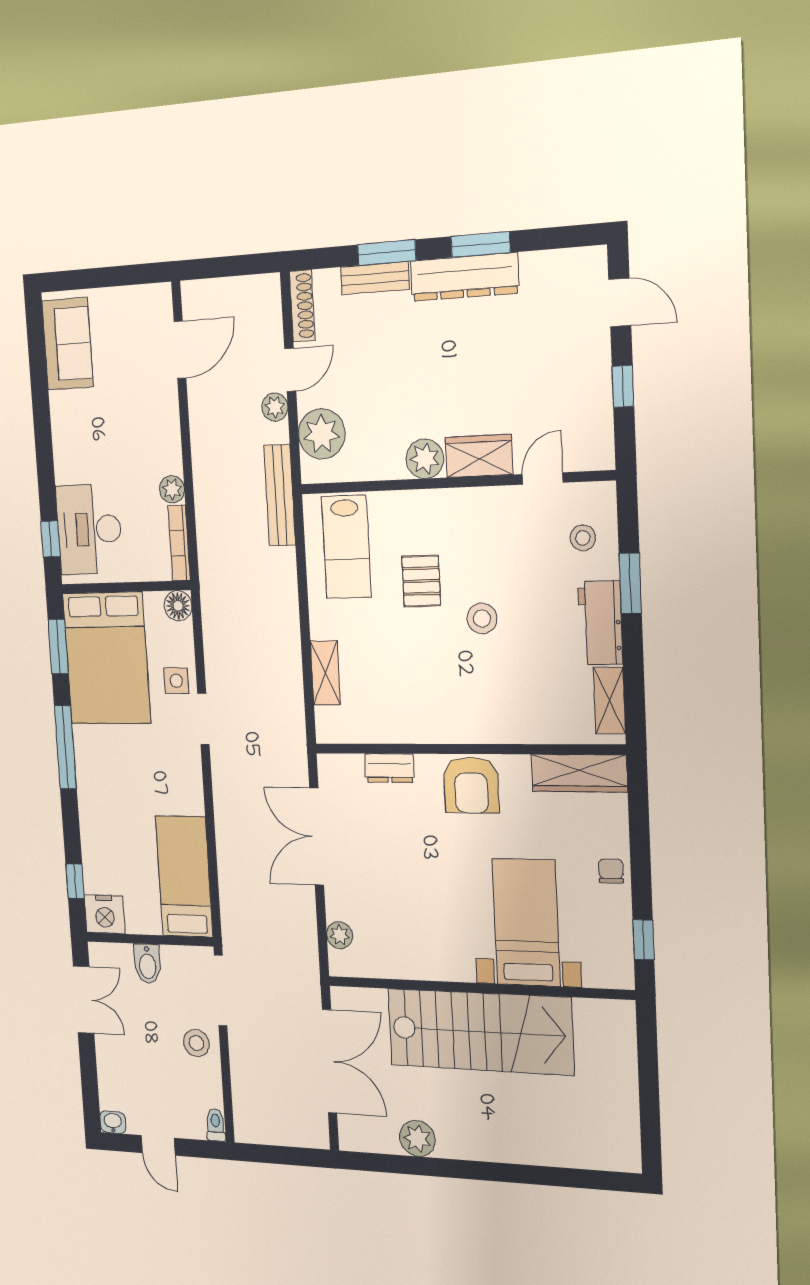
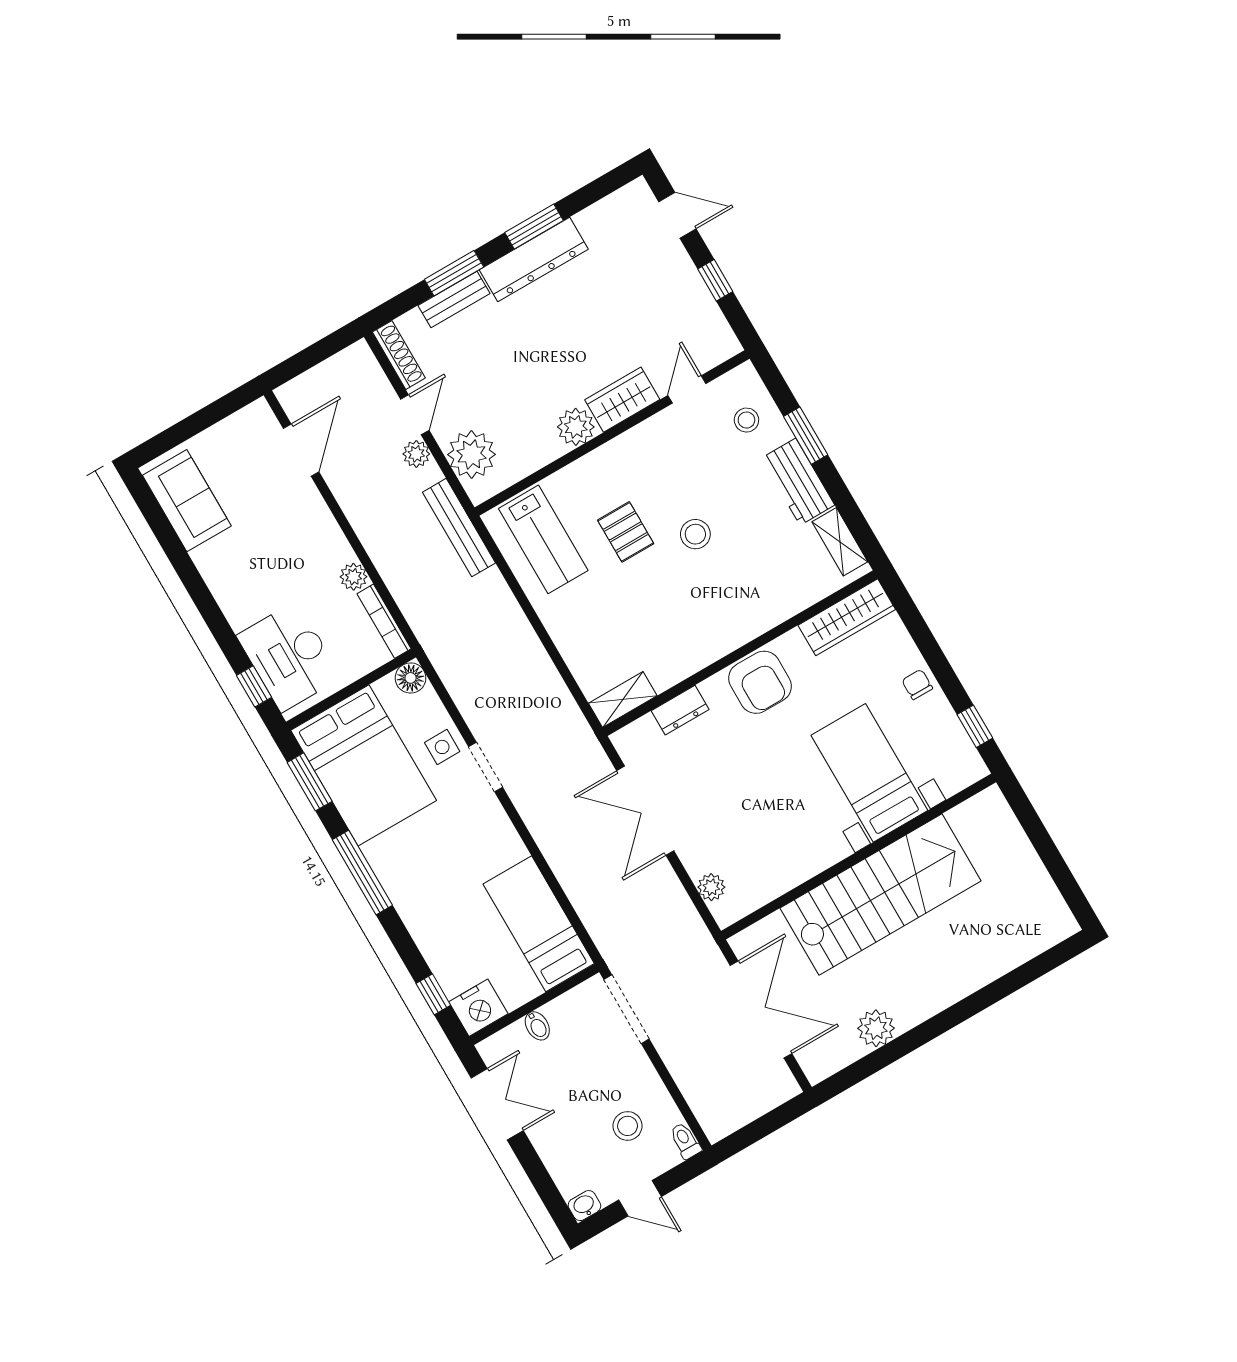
shelving: (325, 673) -> (623, 699), moved, turned 90
bidet: (148, 964) -> (537, 1026), width x0.72, depth x0.74
stool: (196, 1043) -> (628, 1126), moved

